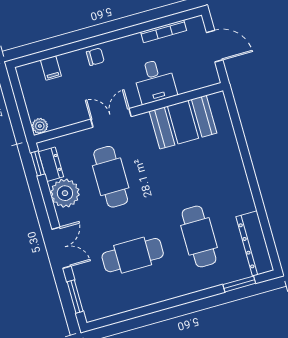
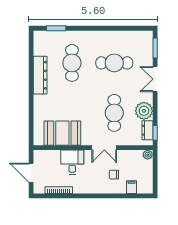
chair: (95, 57) -> (114, 175), moved
dresser: (255, 244) -> (40, 75), moved

